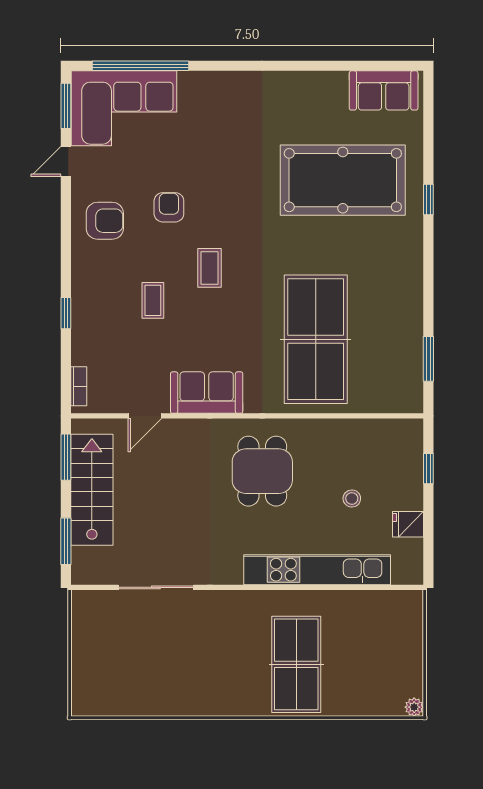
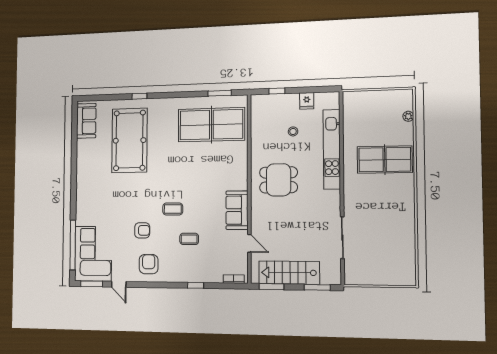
armchair: (169, 207) -> (142, 230), turned 180
table tennis table: (316, 339) -> (211, 125), moved
plant: (414, 707) -> (408, 116), moved

